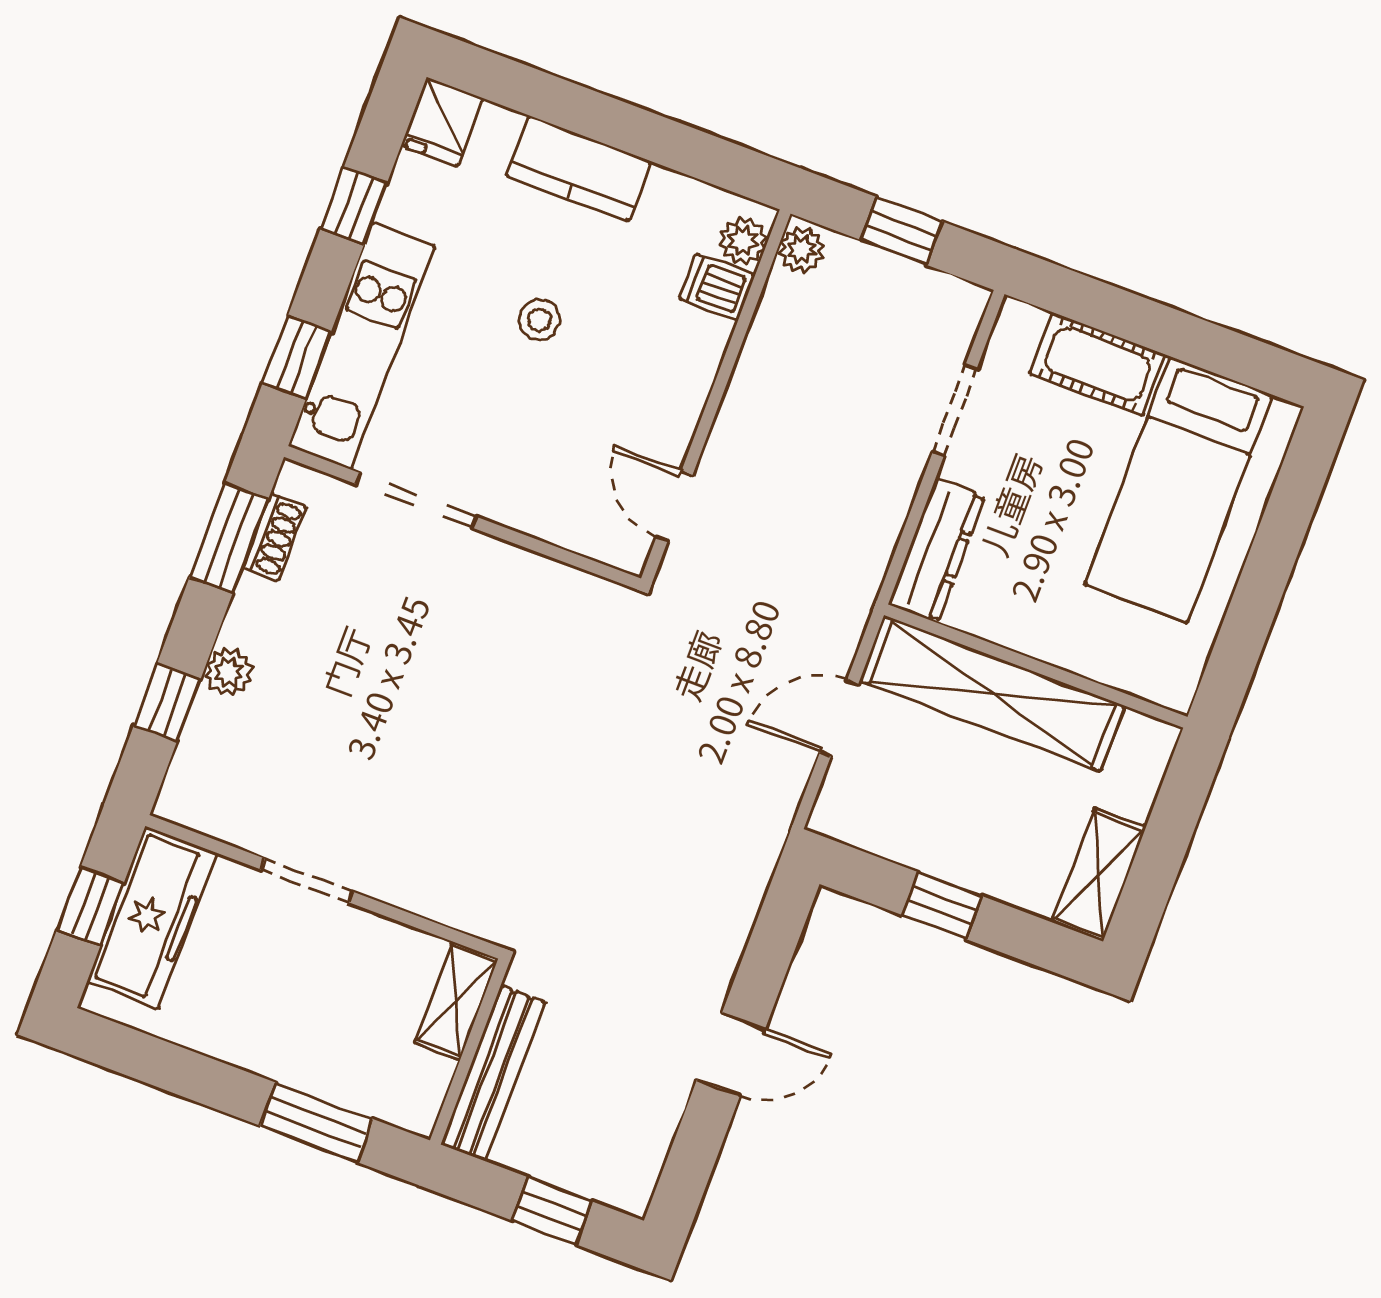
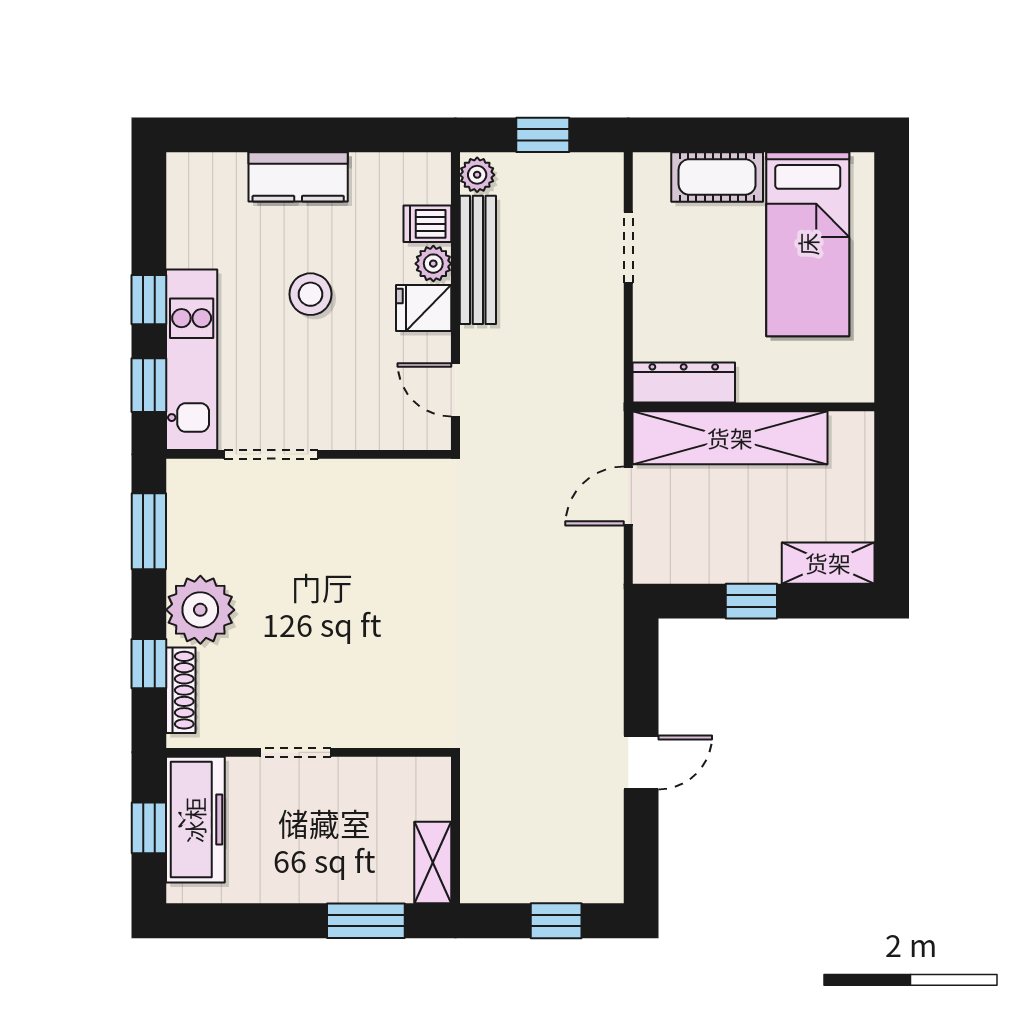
fridge: (443, 122) -> (424, 308), moved, turned 90
window: (354, 206) -> (149, 300), moved
plant: (743, 241) -> (433, 264), moved
stool: (539, 320) -> (311, 294), width x1.37, depth x1.37
shoe rack: (274, 537) -> (181, 690), moved, width x1.43
dresser: (937, 550) -> (684, 383), moved, turned -90
plant: (229, 672) -> (200, 610), width x1.88, depth x1.88
shelving: (1099, 875) -> (828, 563), moved, turned 90
shelving: (456, 1001) -> (433, 863), moved
bench: (493, 1073) -> (478, 260), moved

